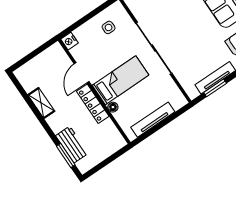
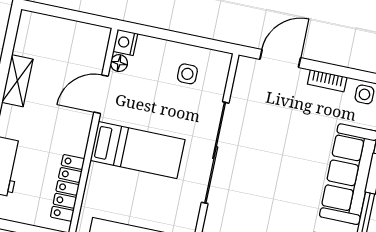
locker: (93, 104) -> (68, 188), moved
floor lamp: (113, 107) -> (119, 63), moved

